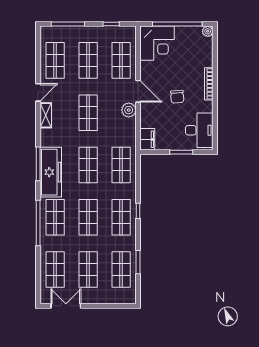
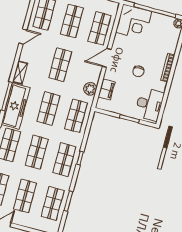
door: (138, 91) -> (107, 58), swing flipped
plant: (129, 110) -> (90, 89), moved
shelving: (46, 115) -> (20, 73), moved
filing cabinet: (147, 139) -> (107, 89), moved

